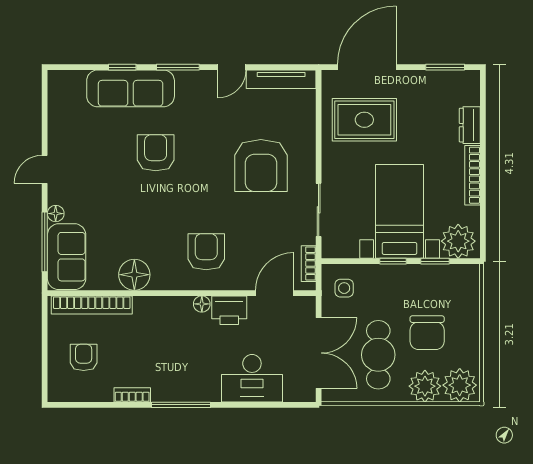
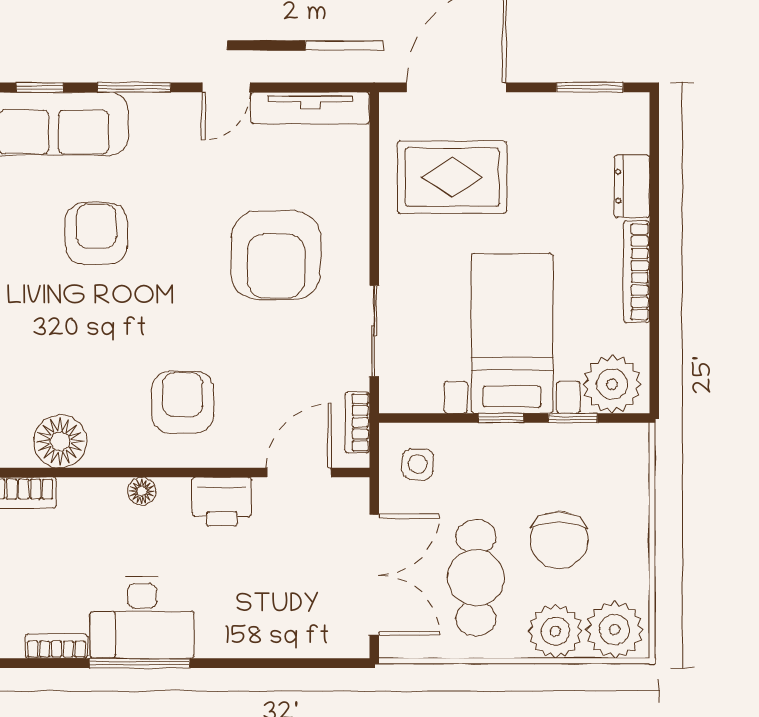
floor lamp: (202, 304) -> (142, 491), moved
desk: (252, 378) -> (142, 618), moved

